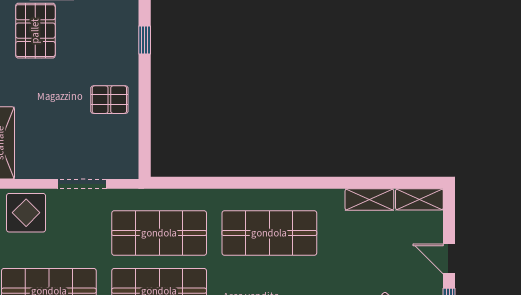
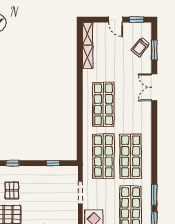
pallet: (109, 100) -> (12, 190), moved
window: (145, 126) -> (53, 163), added
door: (449, 259) -> (116, 20), hinge flipped

